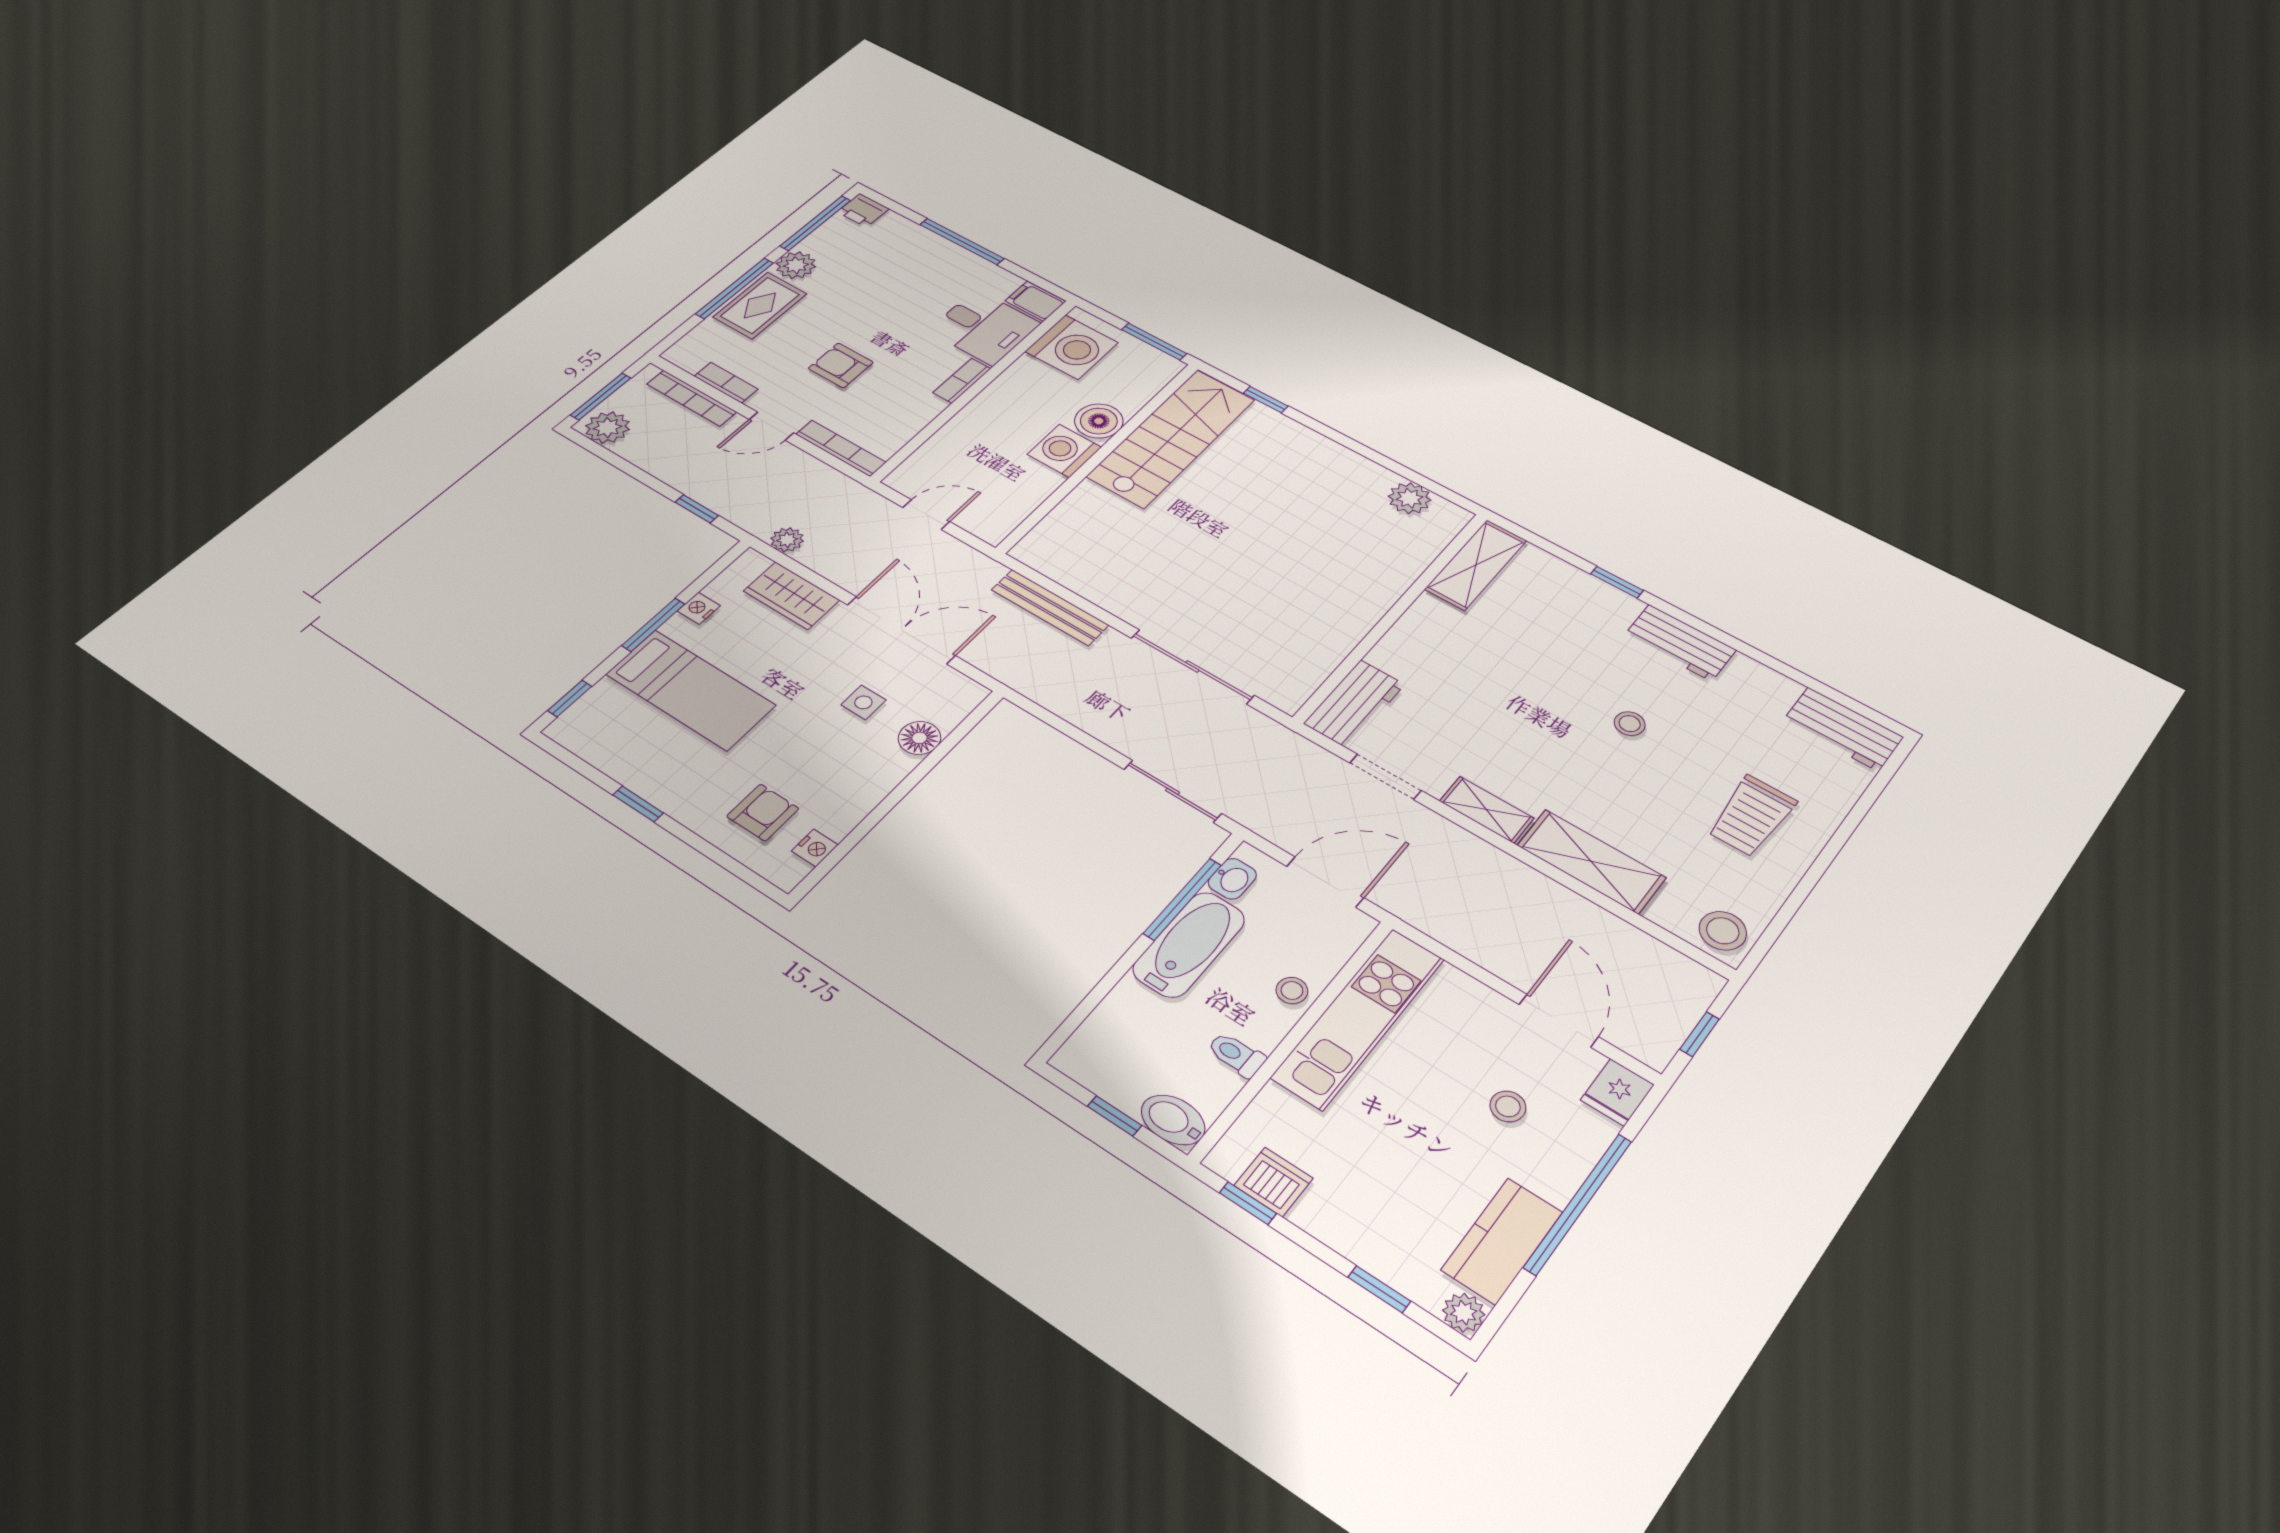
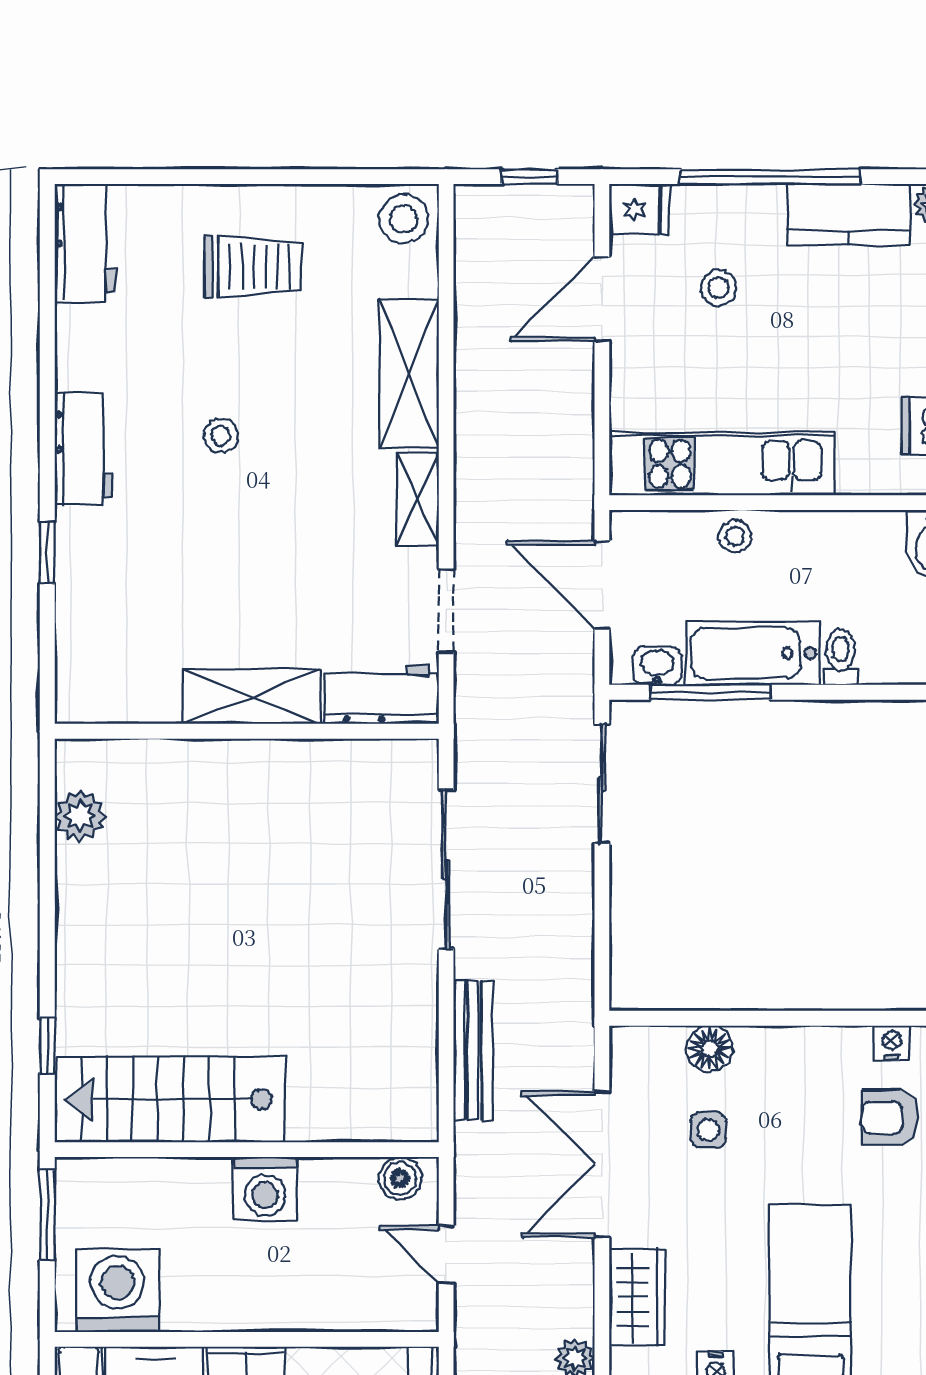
boiler: (1099, 421) -> (400, 1178), moved, width x0.73, depth x0.73
shelving: (1476, 565) -> (252, 697), moved
toilet: (1236, 1055) -> (841, 657), moved, turned 180

